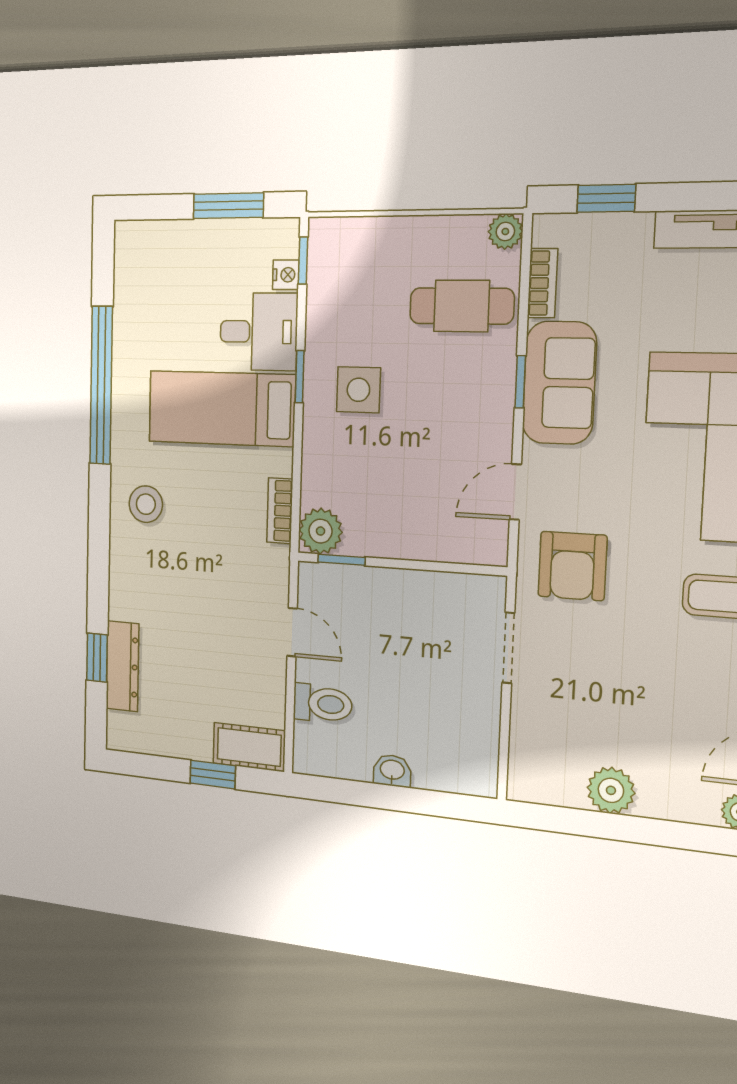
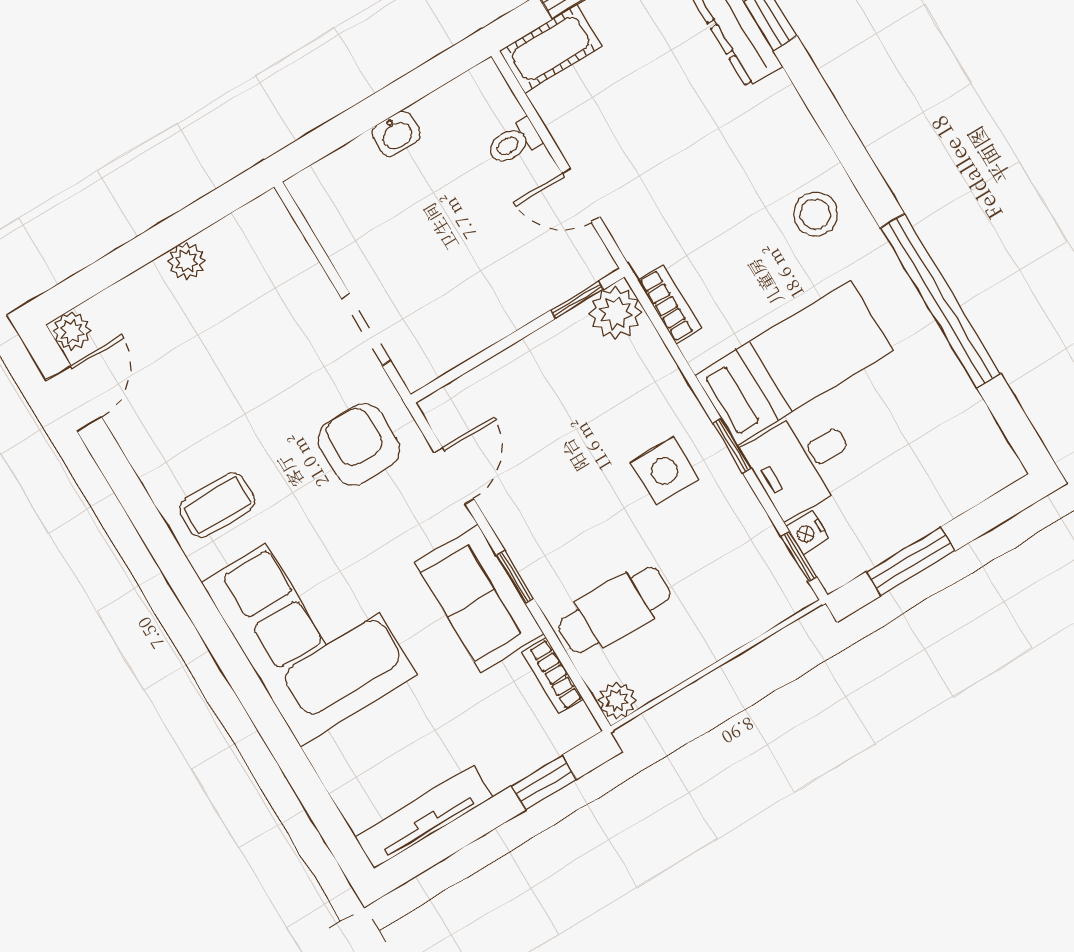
toilet: (323, 704) -> (514, 142), width x0.73, depth x0.72
plant: (611, 790) -> (186, 261), width x0.73, depth x0.73

